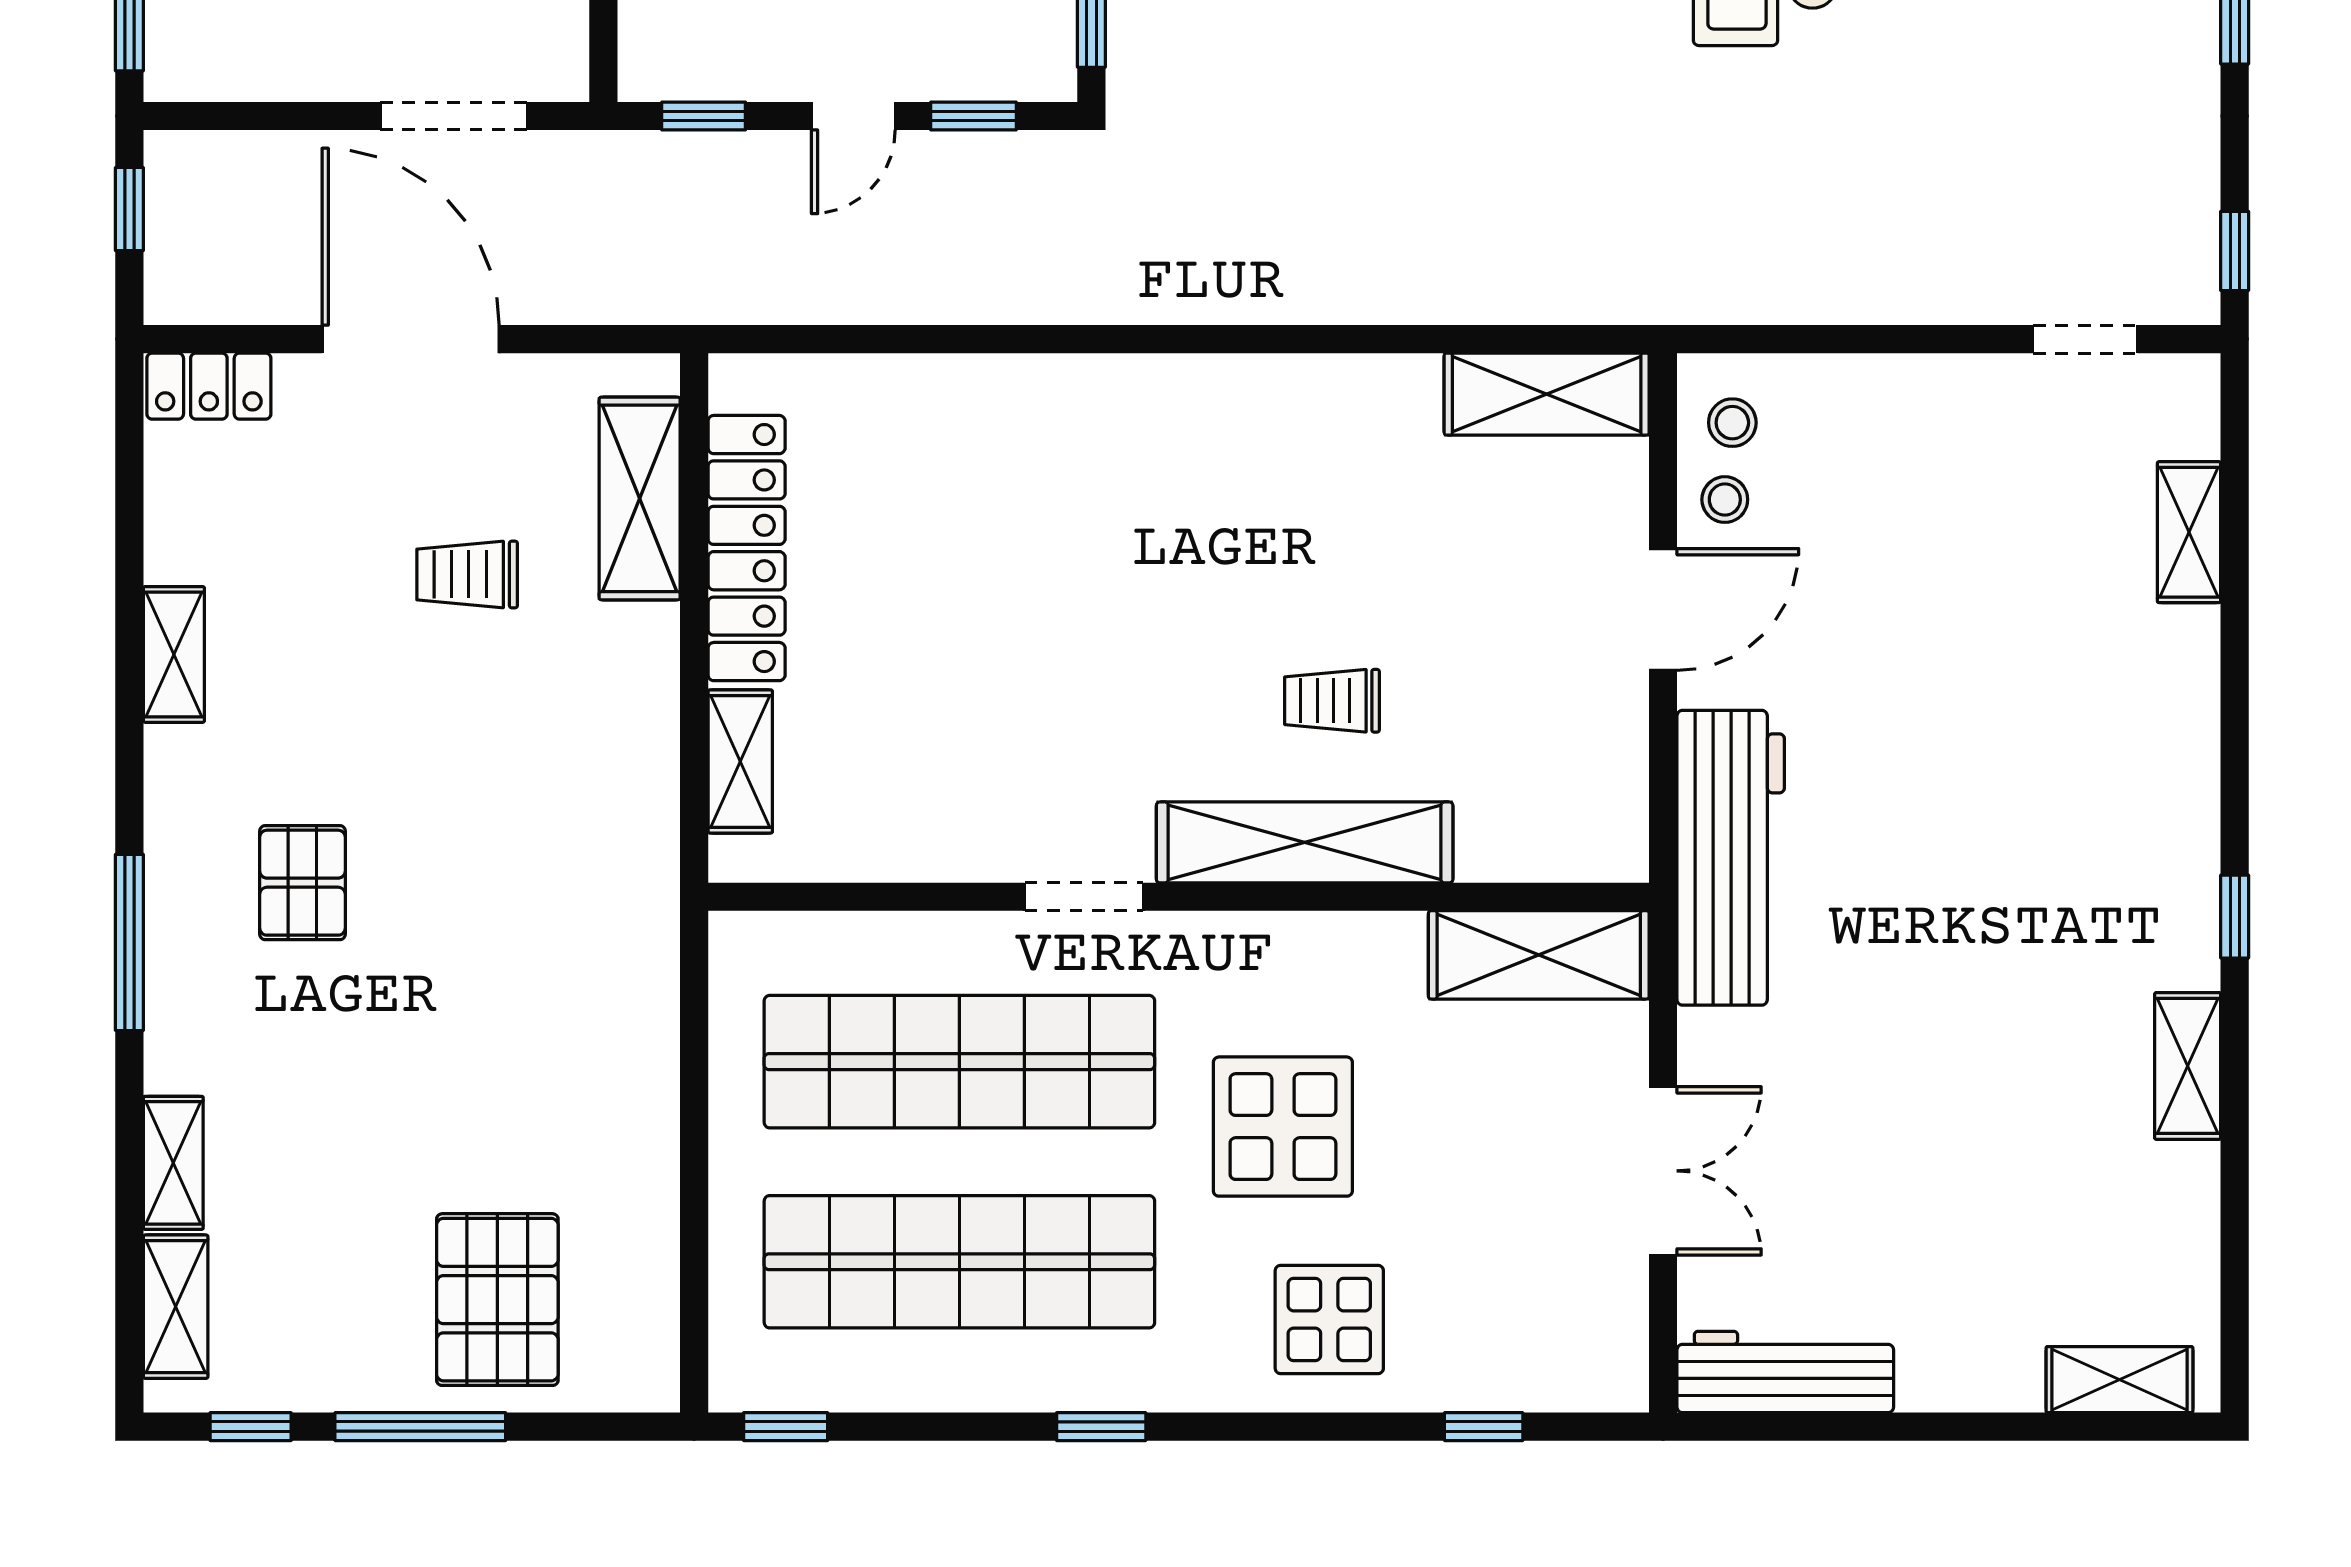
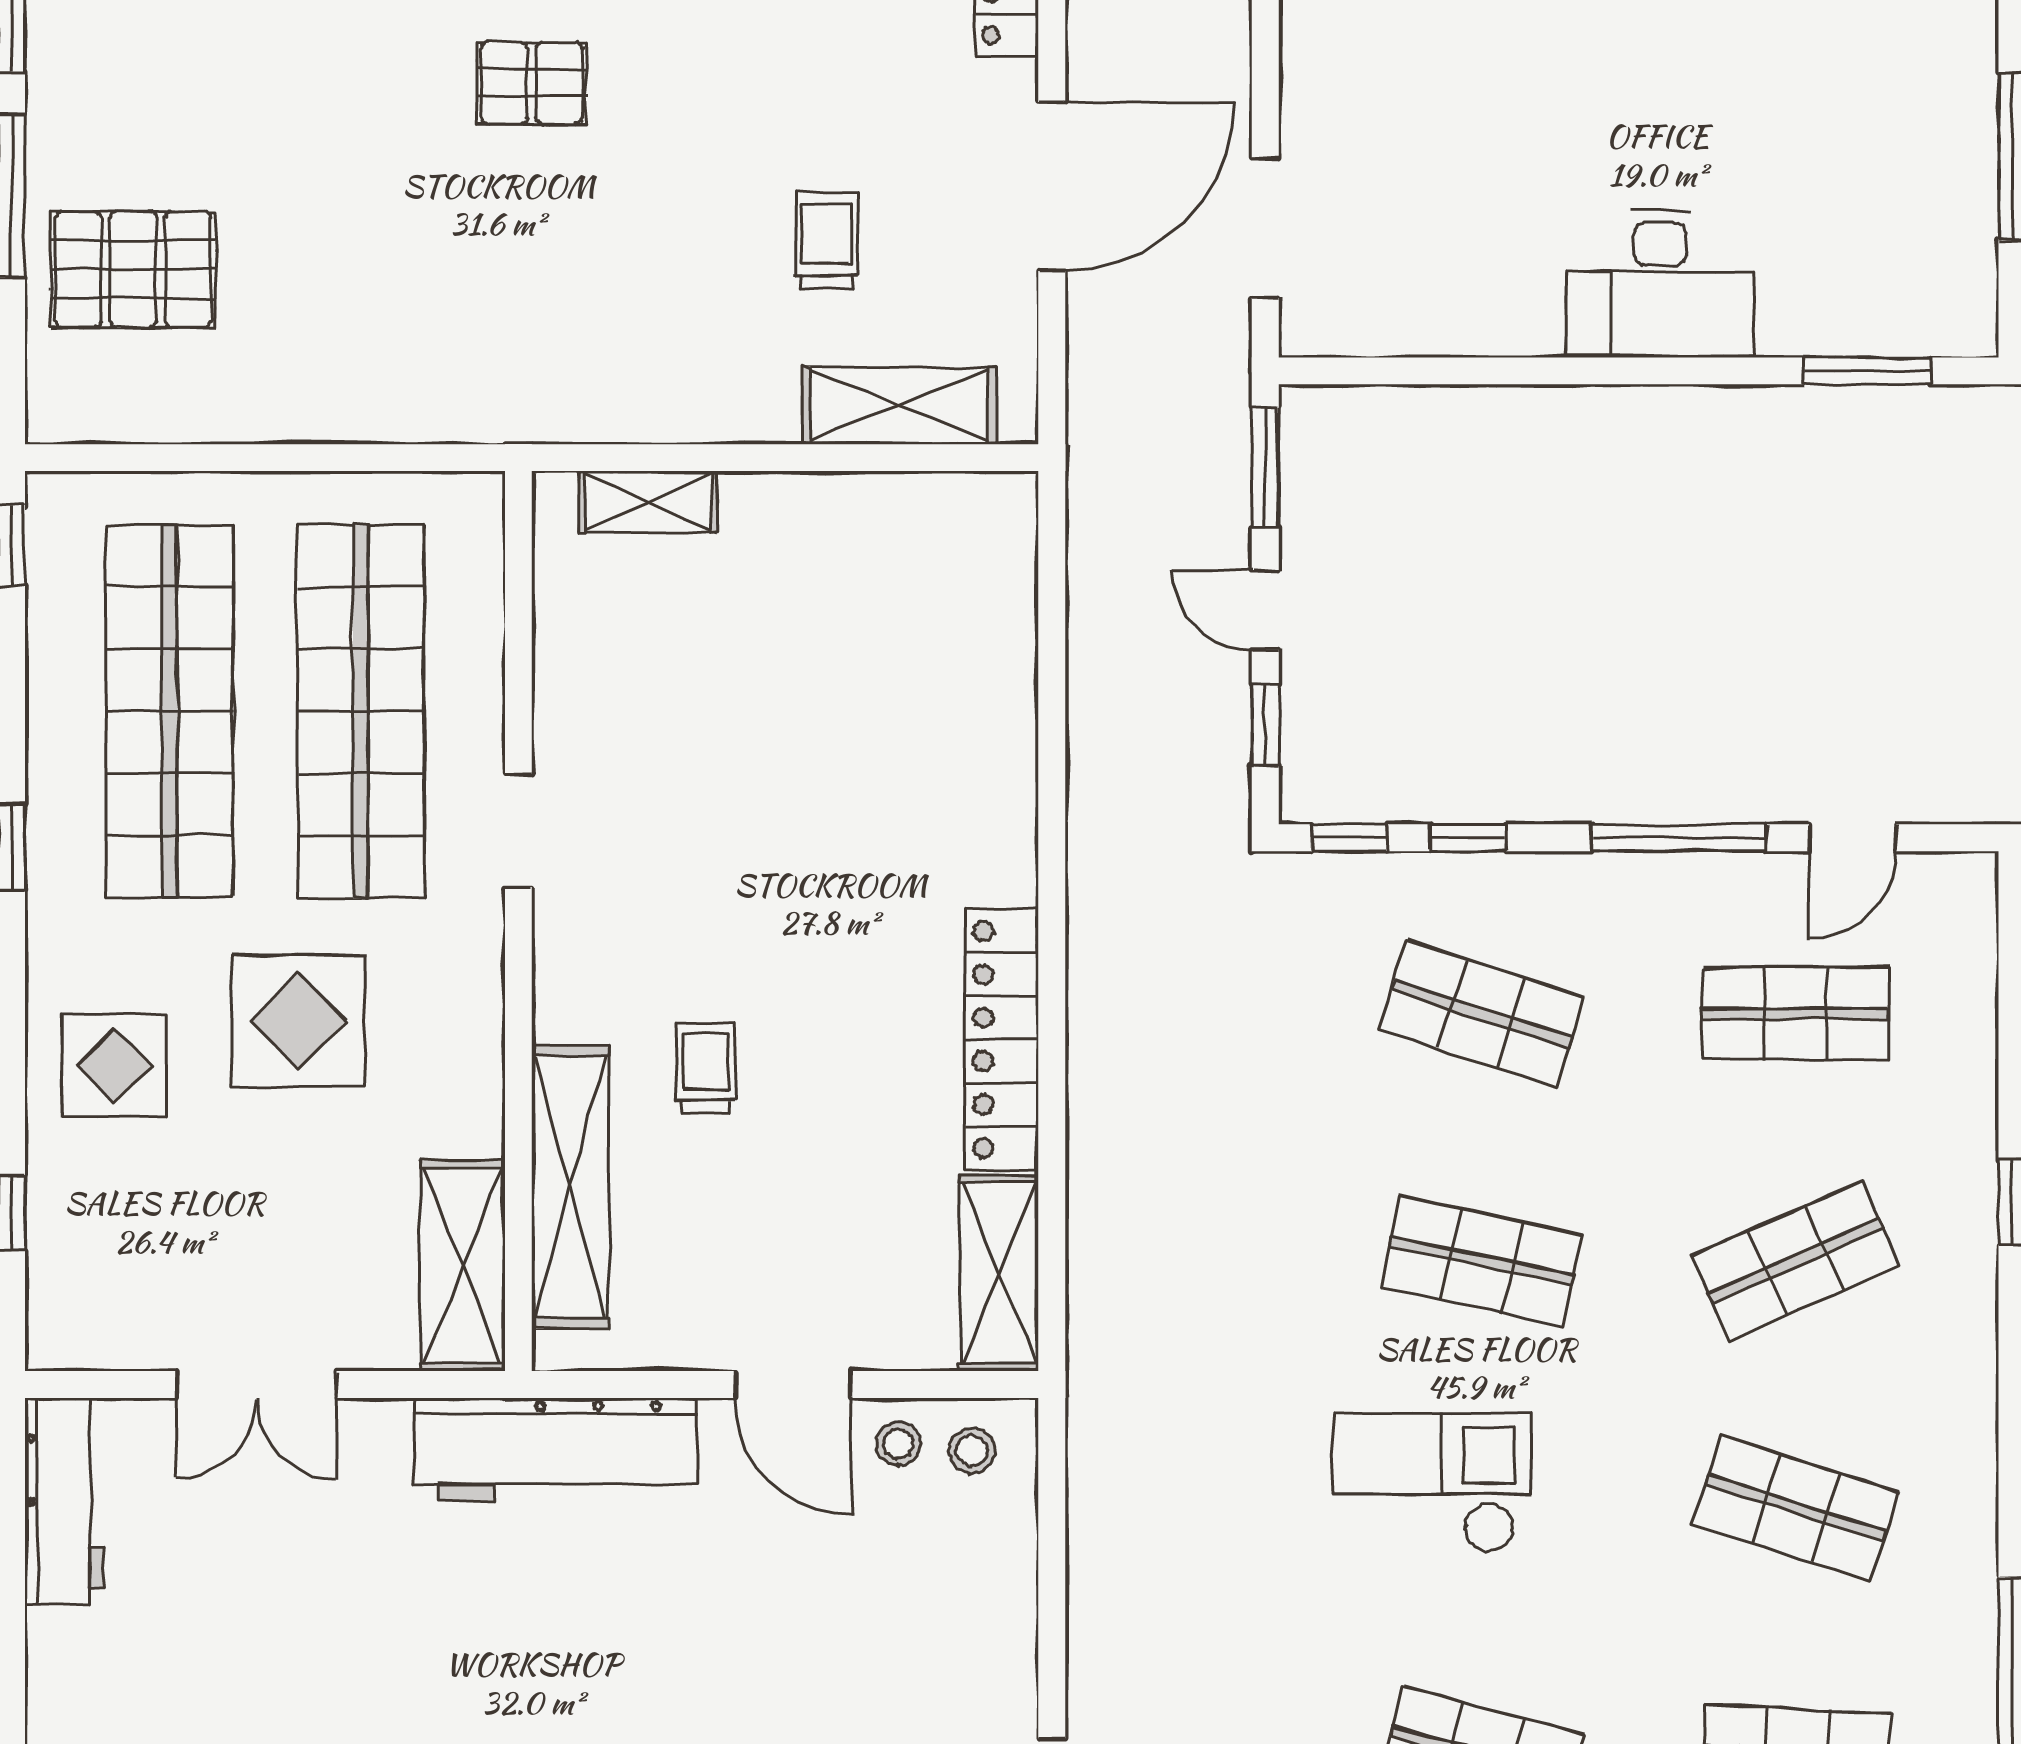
window: (704, 116) -> (1265, 467), width x1.50
locker: (747, 548) -> (1002, 1039), moved, turned 90
shelving: (1305, 842) -> (570, 1187), moved

